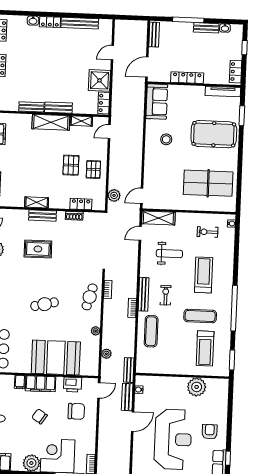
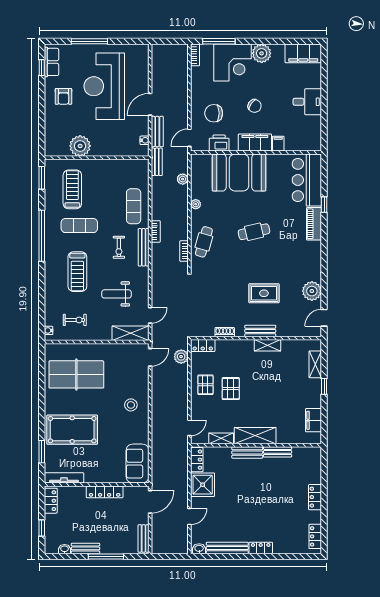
washbasin: (33, 21) -> (199, 549), moved
stool: (166, 139) -> (131, 405), moved
locker: (81, 204) -> (203, 345), moved

